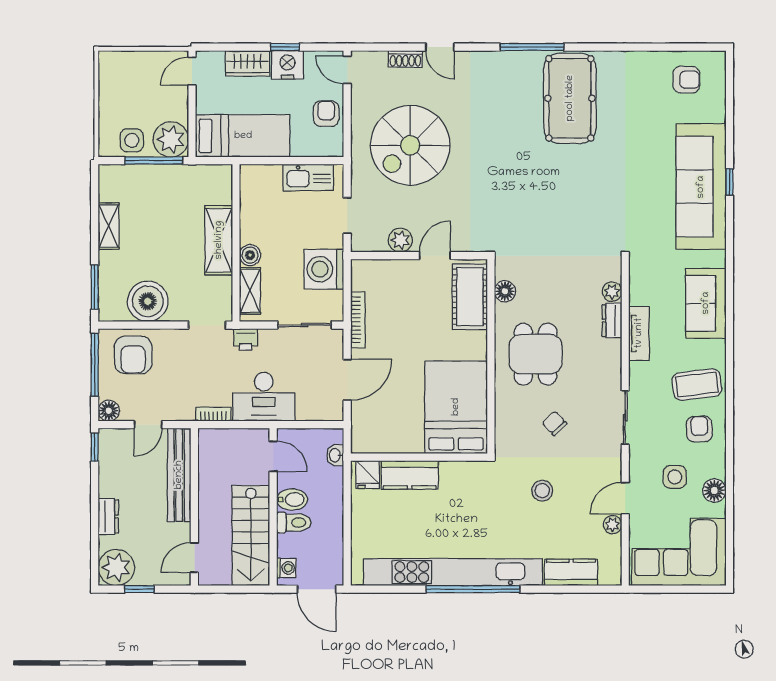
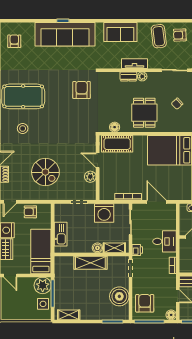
stool: (502, 97) -> (23, 129), added
spiral stairs: (410, 145) -> (45, 172), width x0.73, depth x0.73
kitchen sink: (308, 177) -> (61, 234), moved
armchair: (583, 222) -> (82, 90), added
shelving: (109, 226) -> (69, 315), moved
plant: (612, 292) -> (142, 76), moved
dining table: (535, 354) -> (144, 113), turned 90
armchair: (133, 355) -> (145, 303), turned -90
desk: (264, 397) -> (165, 241), width x0.73

